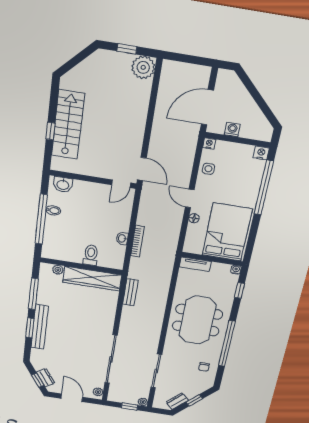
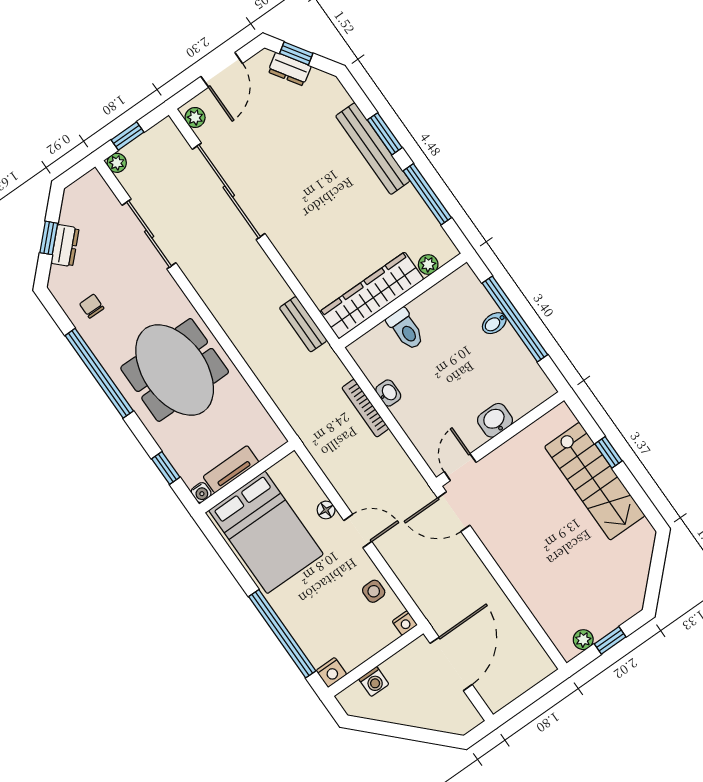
plant: (143, 67) -> (583, 640), width x0.53, depth x0.53
washing machine: (232, 129) -> (374, 682), moved
washbasin: (63, 185) -> (495, 420), moved
bidet: (53, 210) -> (494, 323), moved
tv unit: (195, 264) -> (231, 469), moved
door: (72, 398) -> (222, 70), hinge flipped
dresser: (177, 401) -> (65, 246), moved

